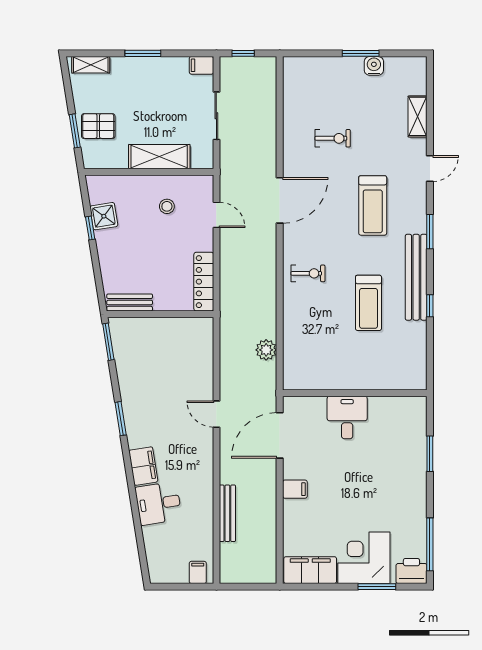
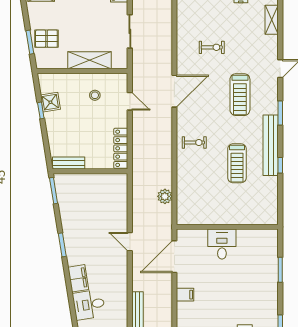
shelving: (418, 116) -> (272, 20), moved

